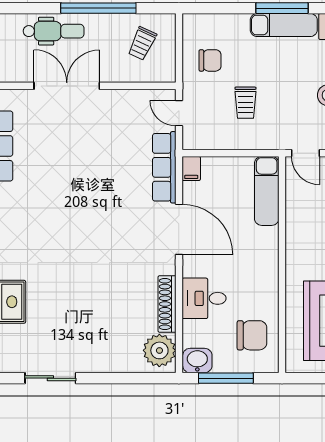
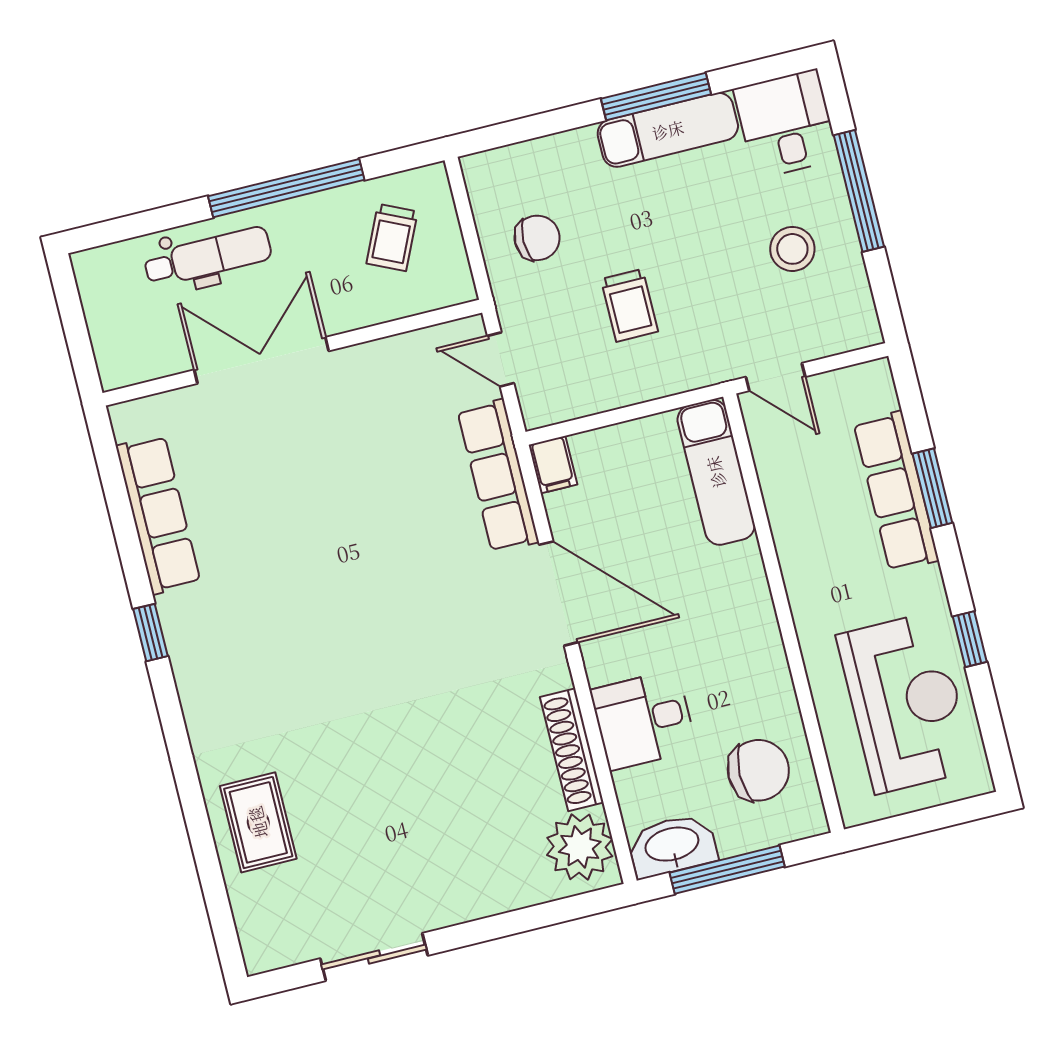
washbasin: (197, 361) -> (672, 846), width x1.38

